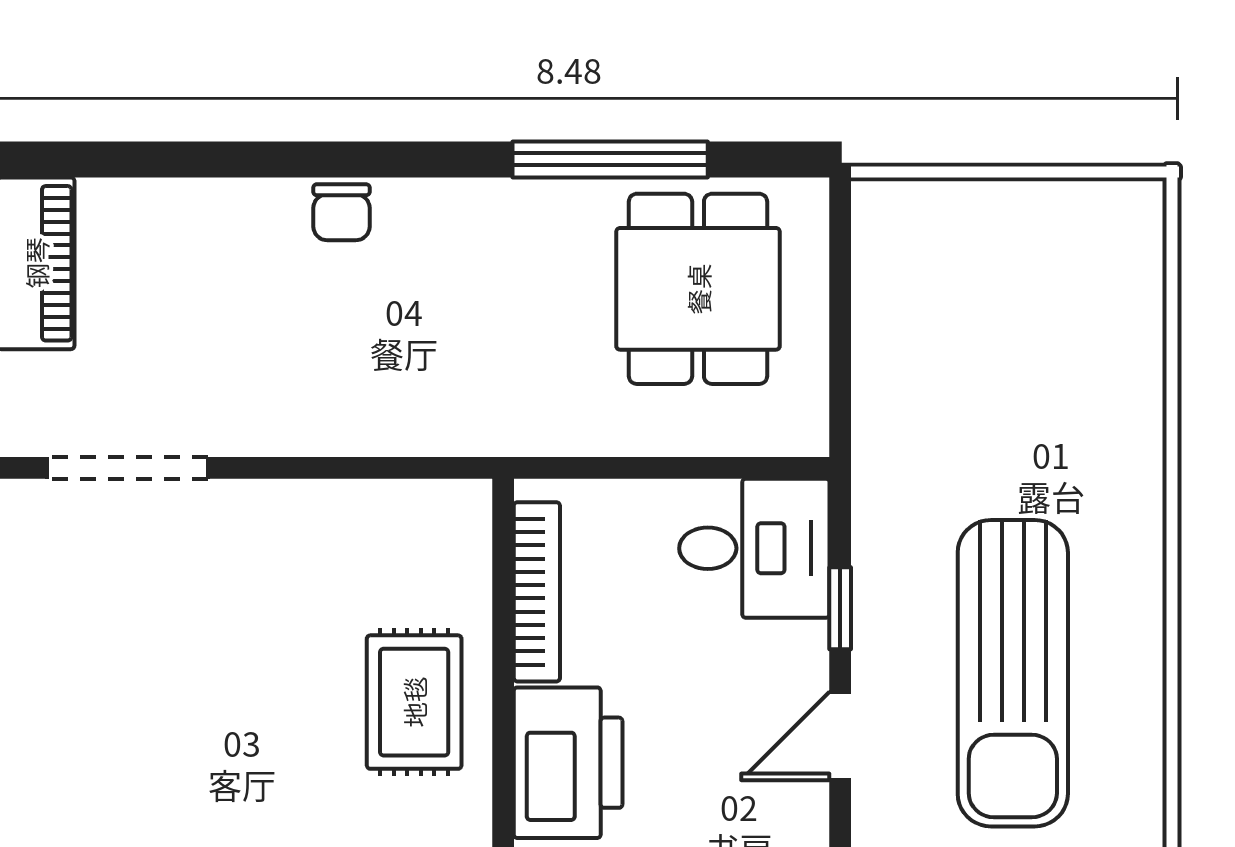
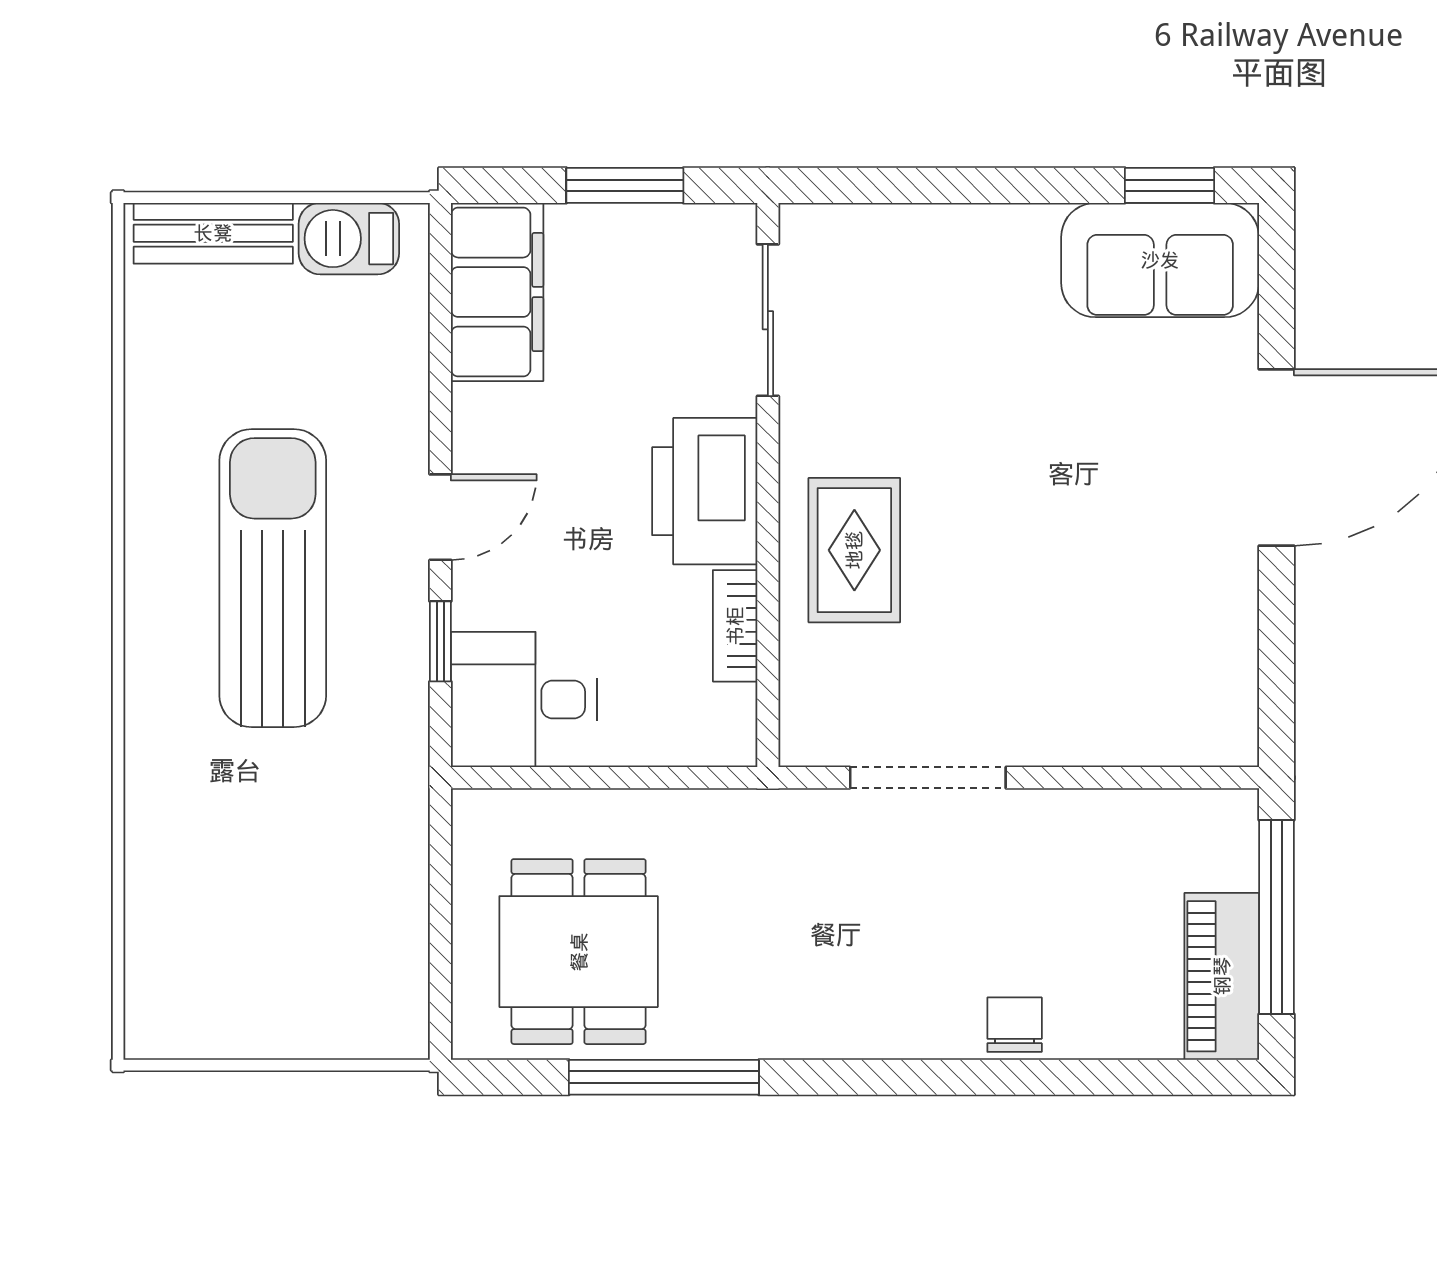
chair: (341, 212) -> (1015, 1025), moved
doorway: (127, 468) -> (928, 778), moved
bookcase: (537, 592) -> (735, 626), width x0.64

